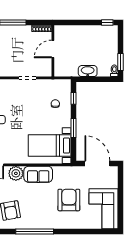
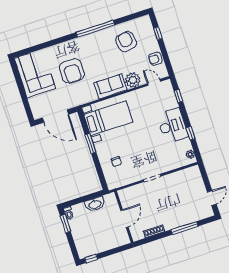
door: (53, 49) -> (124, 219), moved
wall: (53, 51) -> (124, 217), moved
window: (74, 98) -> (100, 173), removed

